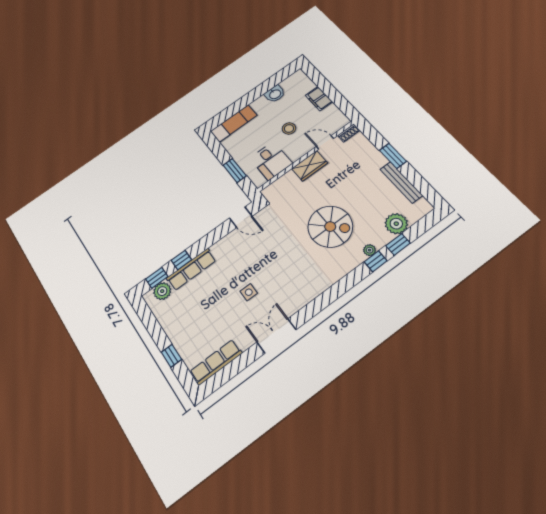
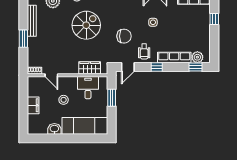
exam couch: (234, 123) -> (85, 126), width x1.36, depth x1.45
wardrobe: (310, 166) -> (90, 68), moved
door: (241, 217) -> (128, 67), swing flipped
spiral stairs: (330, 227) -> (86, 25), turned 90
chair: (273, 248) -> (124, 36), added
wheelchair: (234, 249) -> (144, 52), added
window: (181, 260) -> (157, 67), moved

